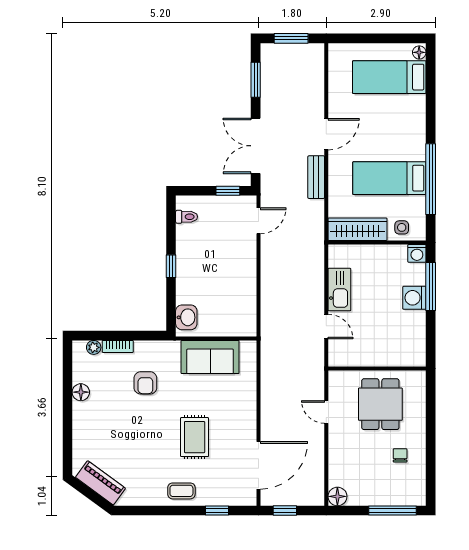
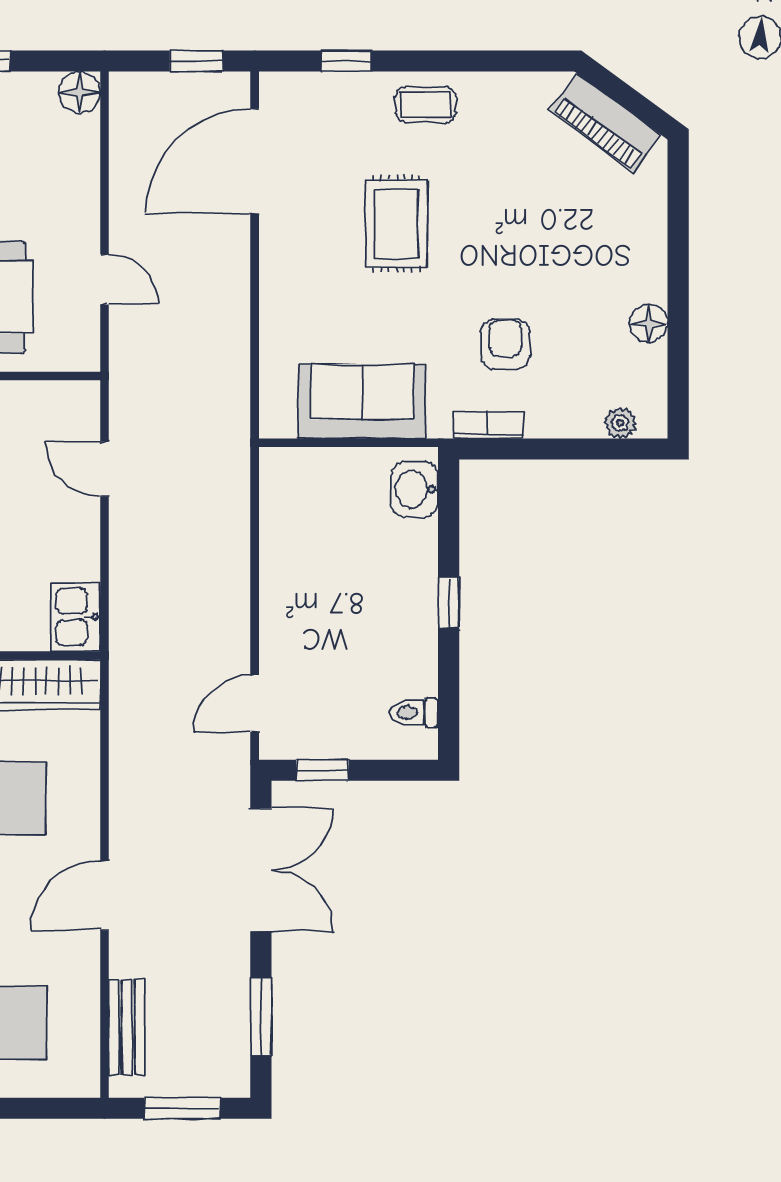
bench: (316, 177) -> (127, 1027), moved
kitchen sink: (339, 290) -> (75, 617), moved, width x0.73
bookcase: (118, 346) -> (488, 425), moved

